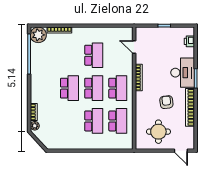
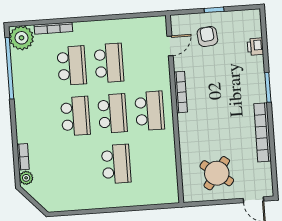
printer: (189, 41) -> (255, 47), moved
door: (134, 47) -> (170, 46), swing flipped
desk: (183, 73) -> (247, 80), removed
armchair: (166, 102) -> (207, 37), moved
school desk: (118, 121) -> (72, 66), moved
round table: (158, 132) -> (217, 173), turned 37

